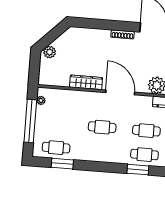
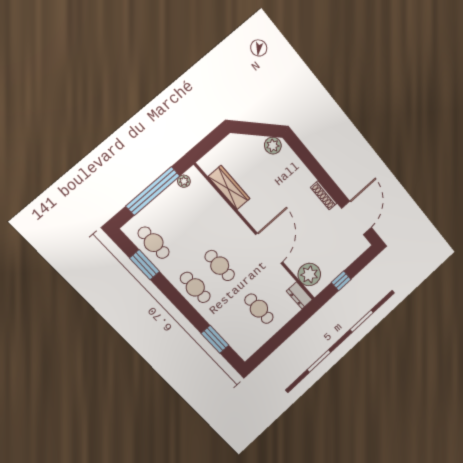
plant: (50, 52) -> (273, 146), moved
wardrobe: (86, 82) -> (229, 188), moved
cafe table: (144, 155) -> (195, 287), moved

